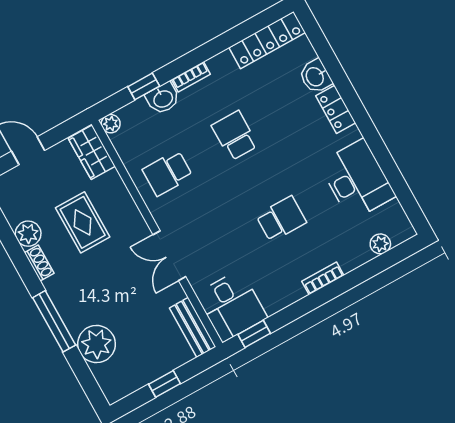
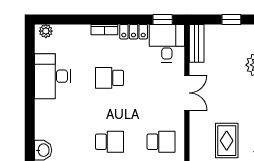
locker: (336, 109) -> (134, 32), moved, turned 90
school desk: (235, 136) -> (109, 142), turned -90
plant: (380, 244) -> (46, 31), moved

